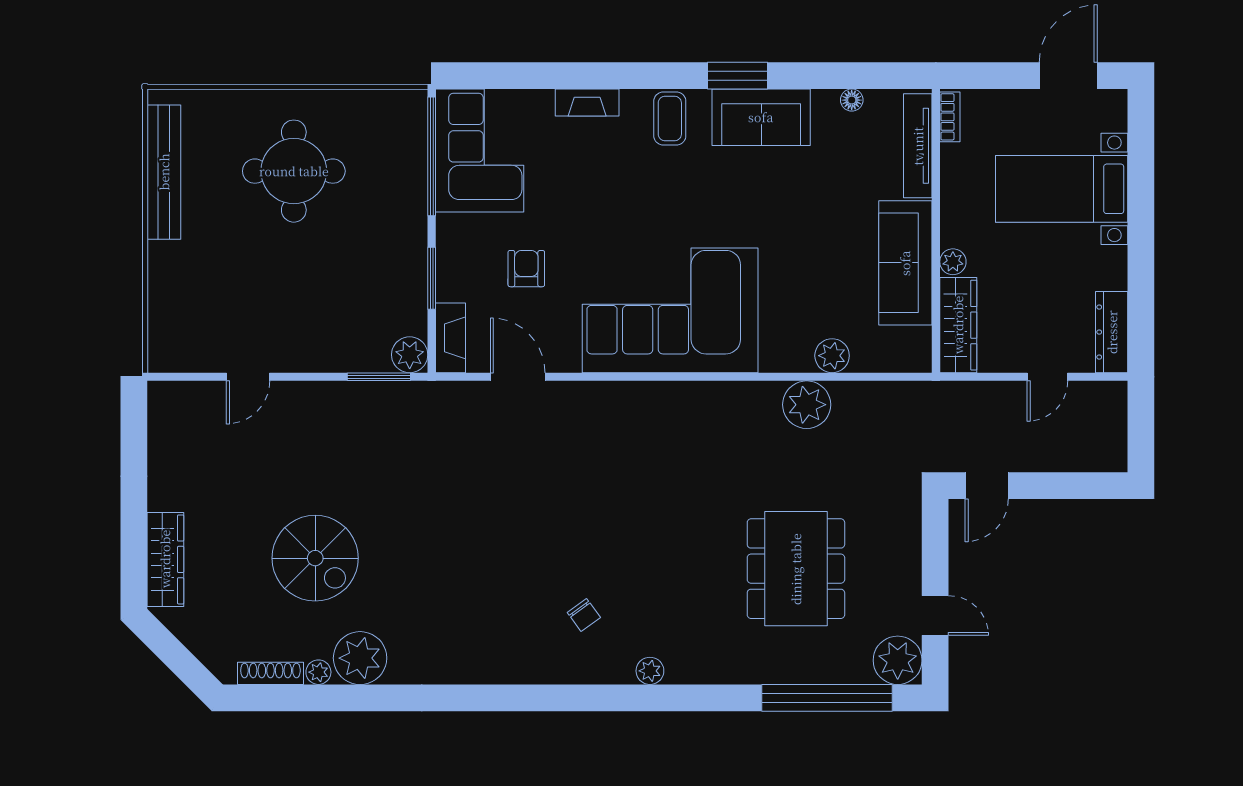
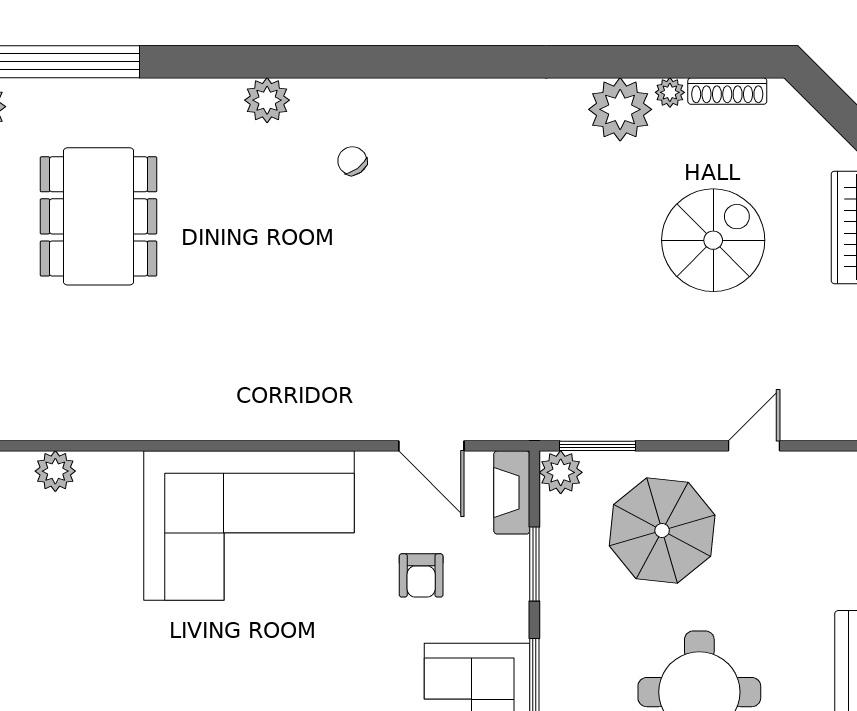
parasol: (325, 306) -> (662, 530), added
plant: (807, 405) -> (86, 413), removed
spiral stairs: (315, 558) -> (713, 240), moved, turned 90
plant: (650, 671) -> (267, 100), width x1.38, depth x1.38

